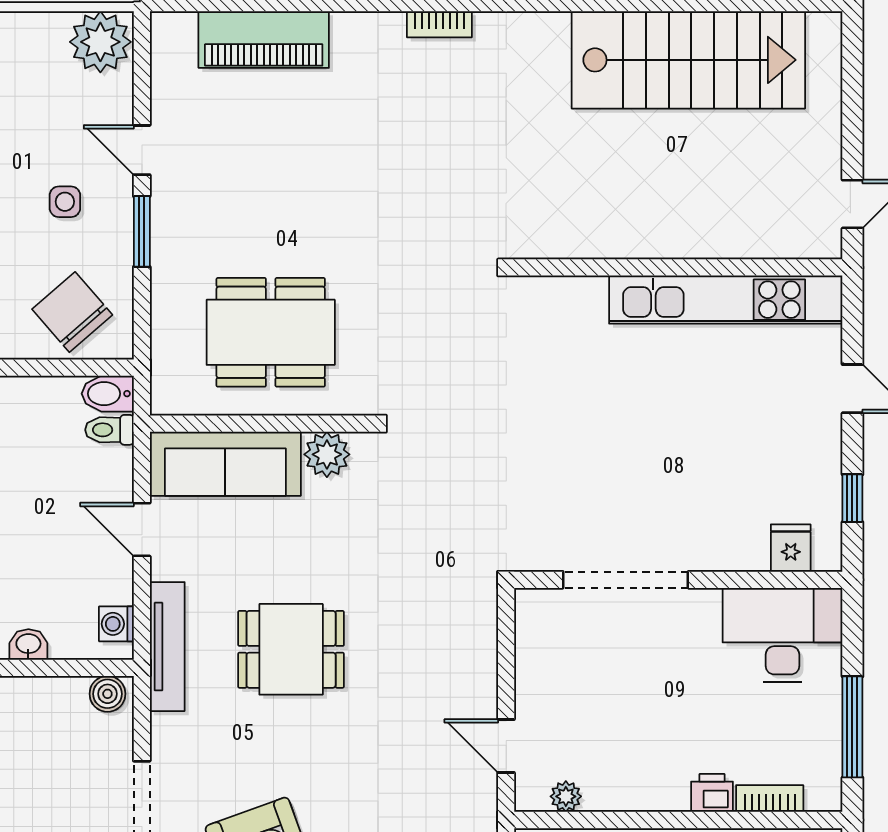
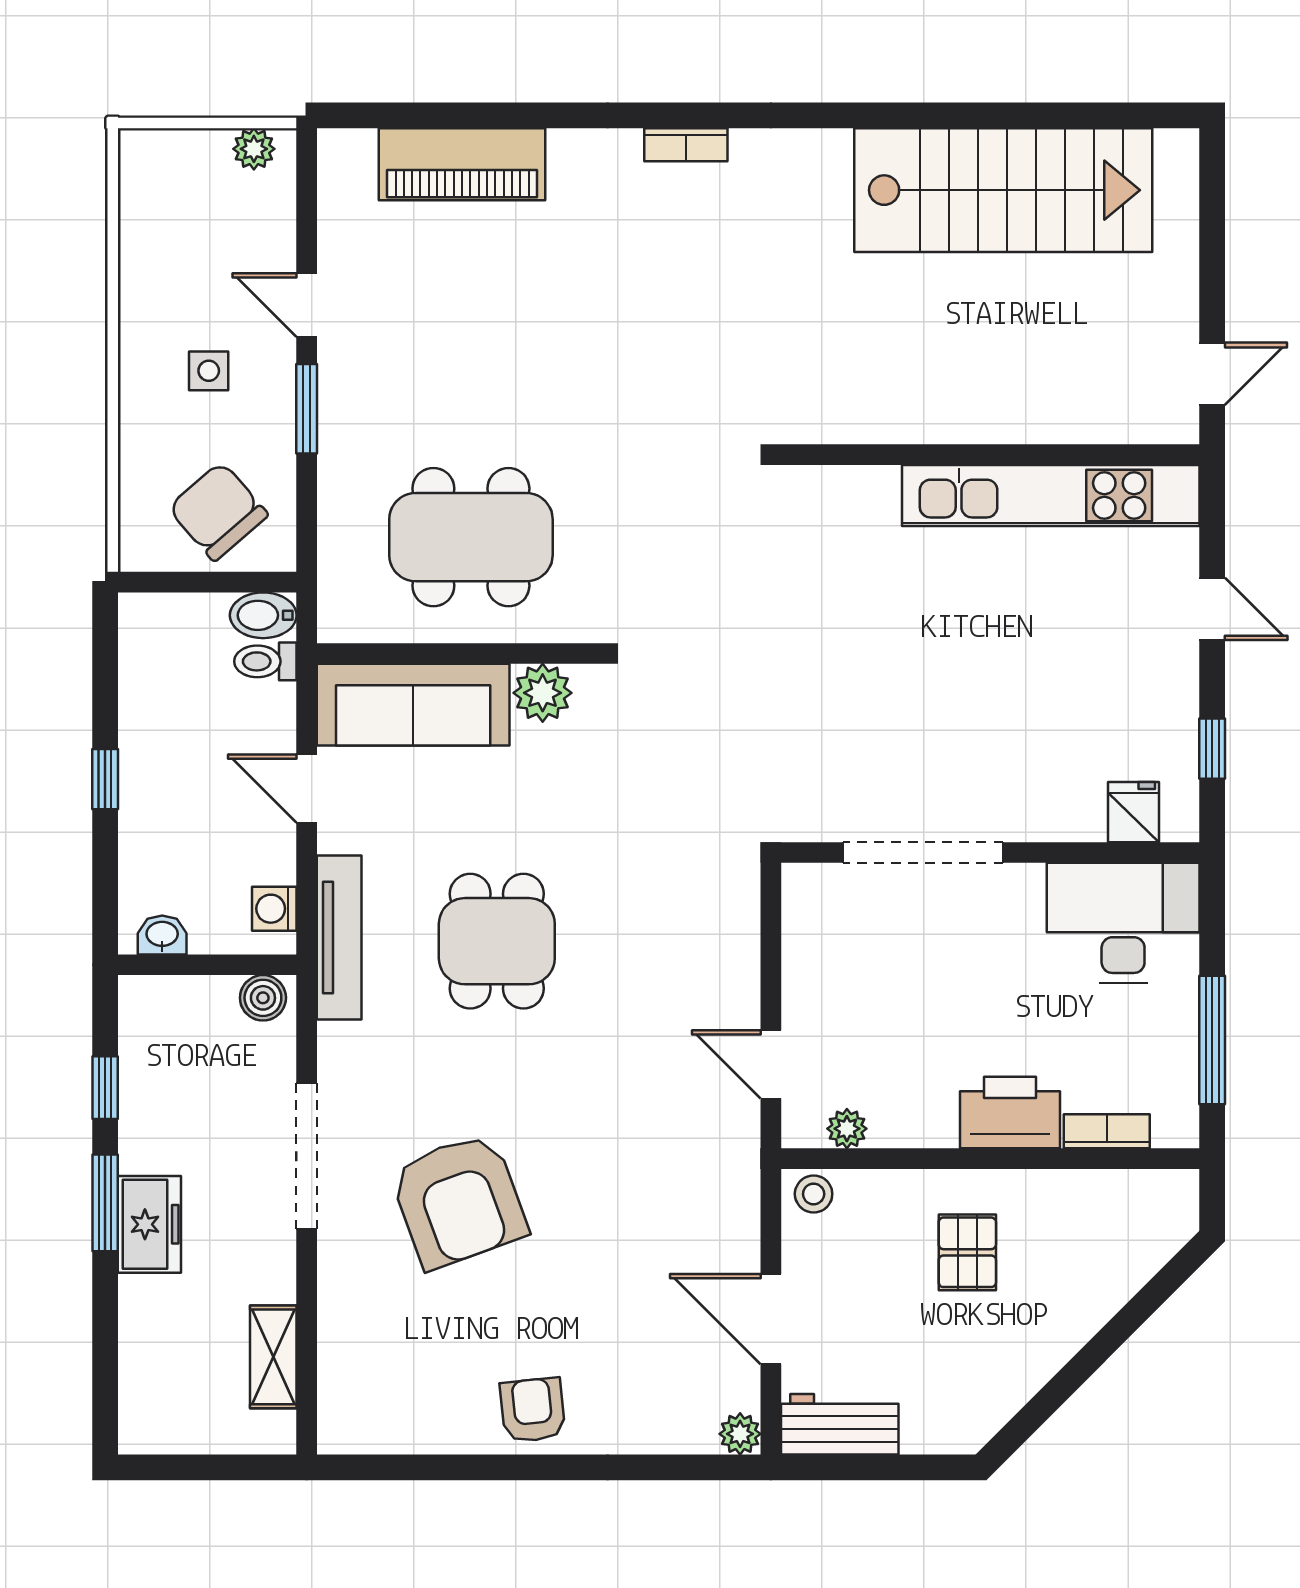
plant: (100, 42) -> (254, 149), width x0.53, depth x0.53
dining table: (291, 649) -> (497, 941), turned 90
printer: (712, 793) -> (1010, 1113), width x1.87, depth x1.48

